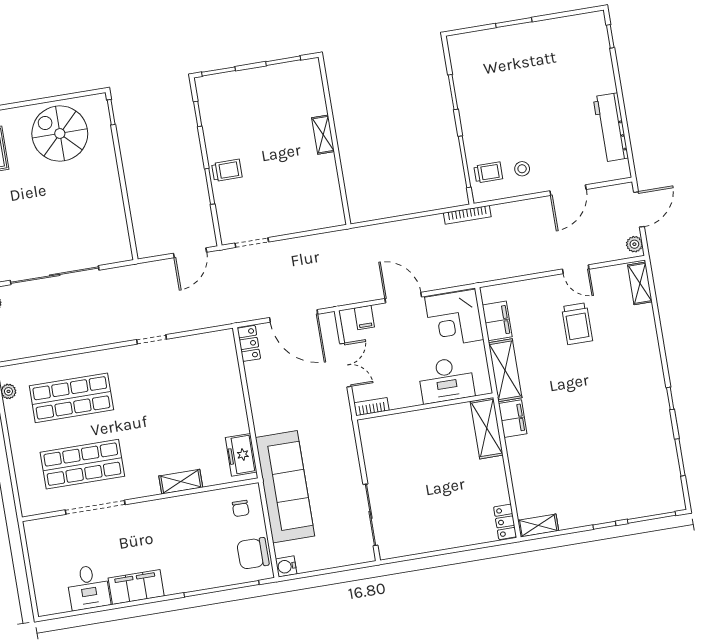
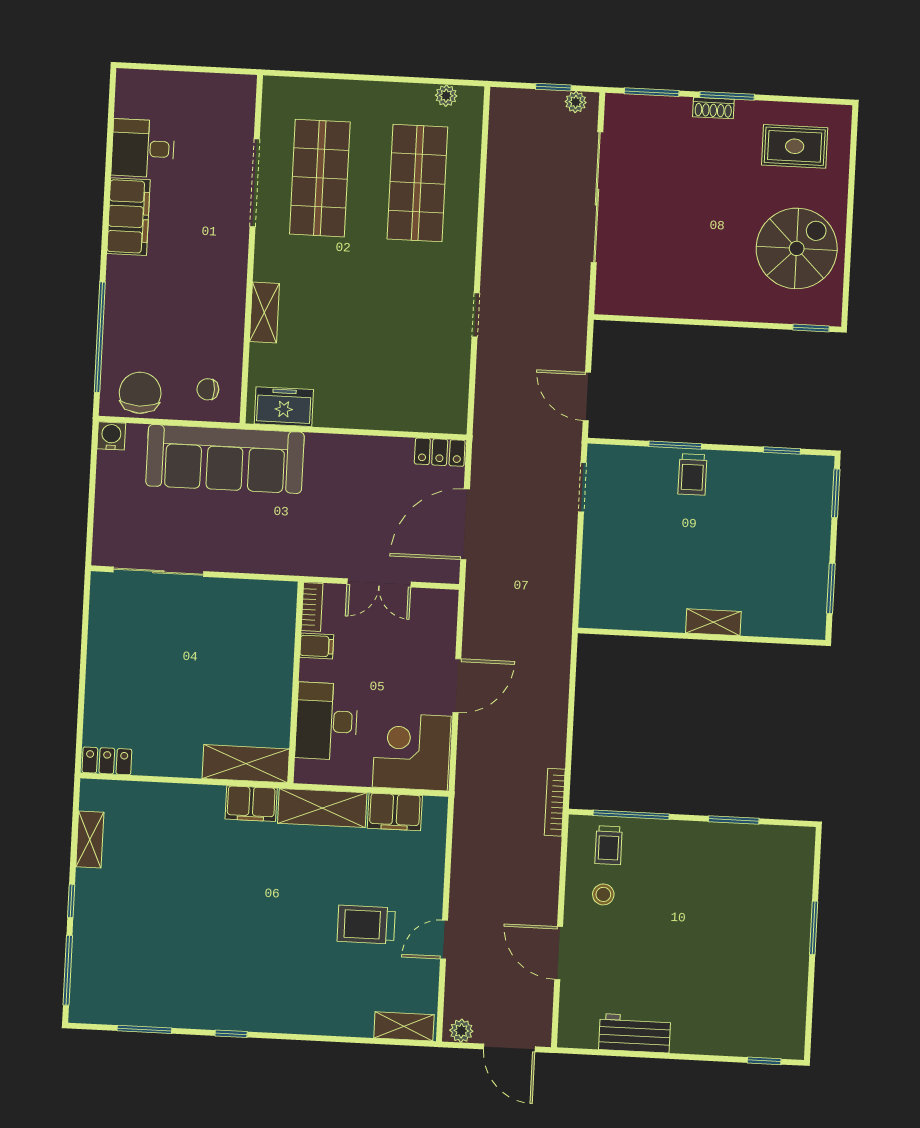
workbench: (611, 127) -> (635, 1033), width x0.73
filing cabinet: (364, 318) -> (317, 646), moved, turned 180
shelving: (538, 525) -> (90, 840), moved

